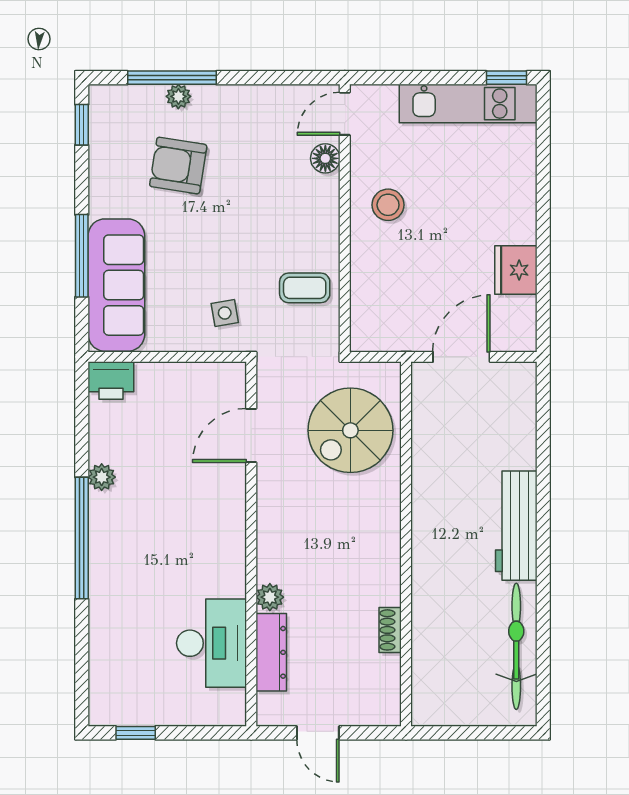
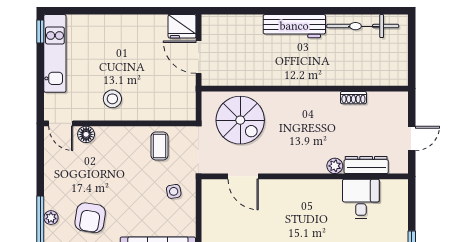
fridge: (516, 270) -> (182, 26), moved
desk: (212, 643) -> (361, 199), width x0.73

